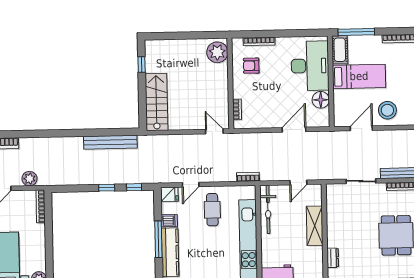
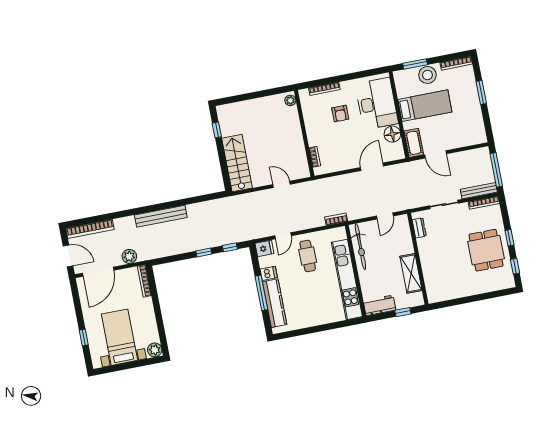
window: (356, 32) -> (415, 64), width x0.69
cot: (340, 50) -> (414, 143), moved
plant: (217, 52) -> (290, 100), width x0.53, depth x0.53
armchair: (251, 66) -> (340, 114), moved, turned -90
stool: (387, 110) -> (427, 75), moved
door: (361, 128) -> (436, 154), swing flipped
door: (214, 131) -> (282, 184), moved
bench: (110, 142) -> (161, 216), moved
shelving: (315, 226) -> (411, 273), moved
dresser: (333, 258) -> (419, 228), moved

